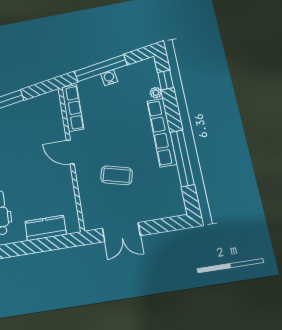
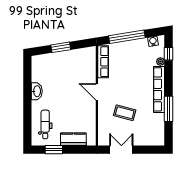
water cooler: (109, 78) -> (153, 41), moved
window: (182, 158) -> (169, 109), width x0.68
double door: (121, 232) -> (121, 150), swing flipped
window: (18, 249) -> (54, 150), added

